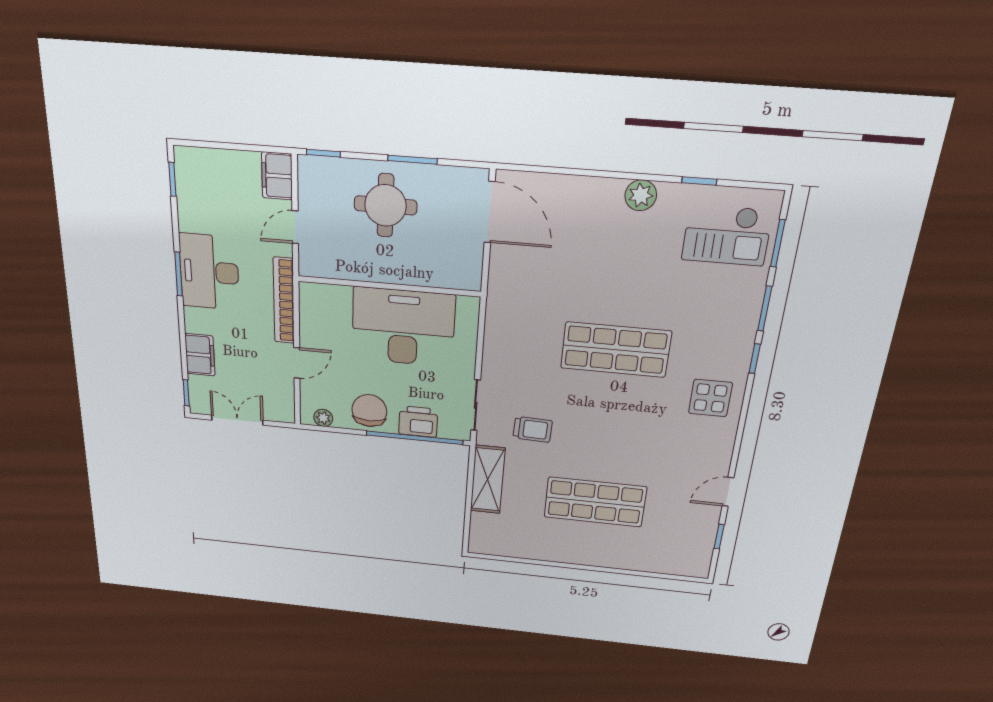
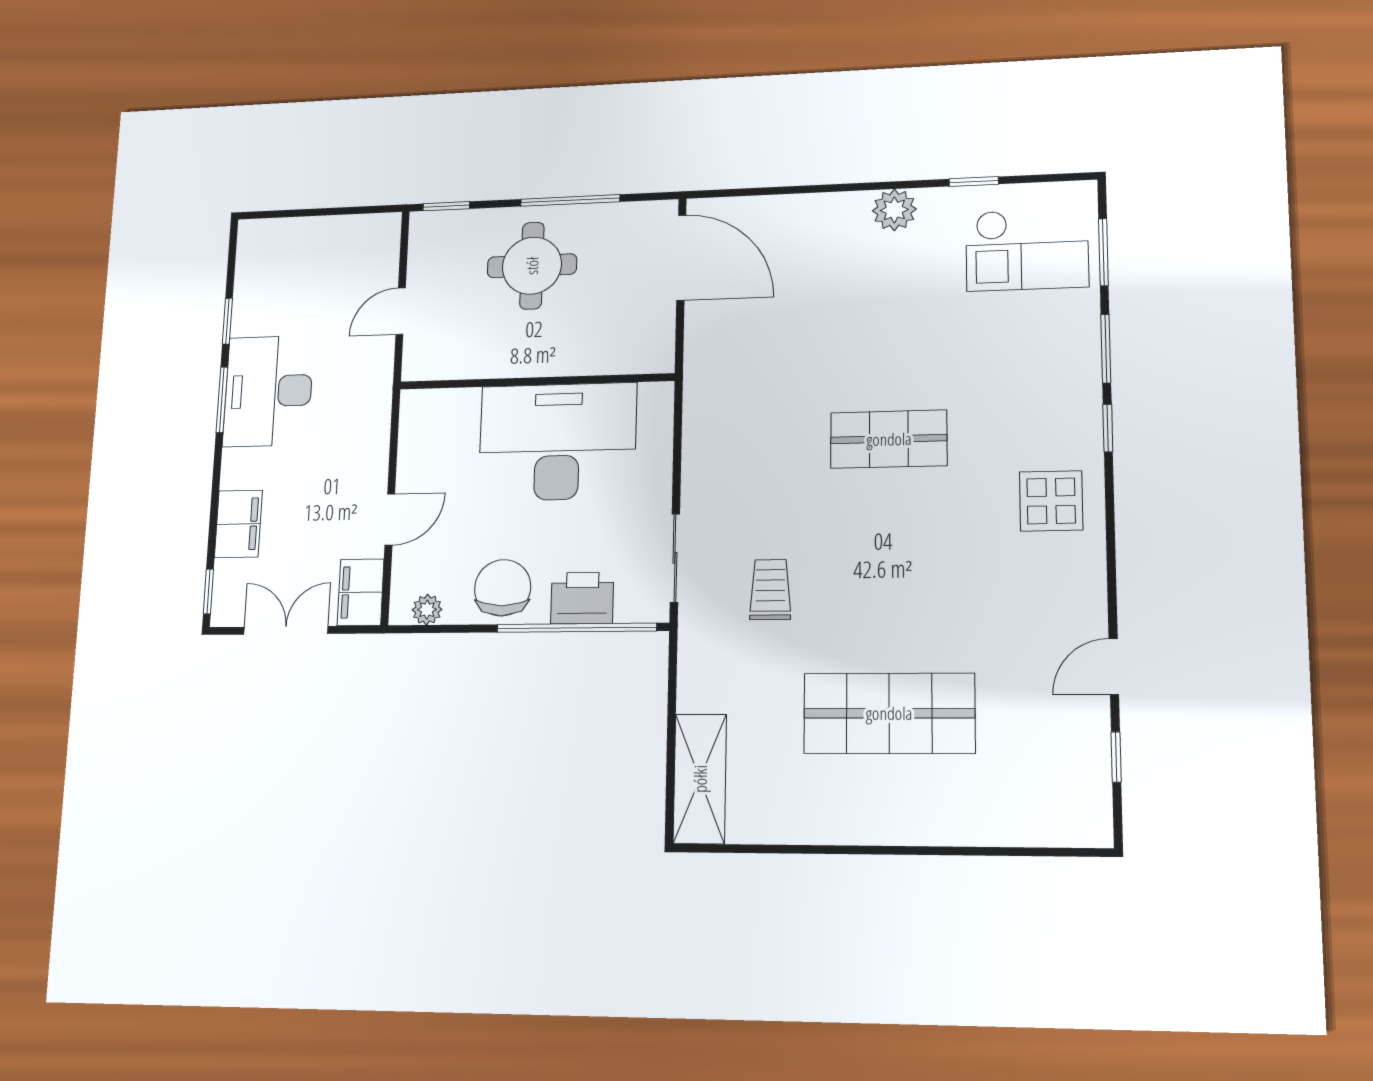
window: (412, 160) -> (570, 200), width x1.44
filing cabinet: (277, 176) -> (361, 592), moved
window: (172, 179) -> (227, 321), moved
bookcase: (284, 301) -> (376, 422), removed
shop shelf: (616, 350) -> (889, 439), width x0.70, depth x0.74
trolley: (533, 429) -> (770, 590), turned -92
shelving: (488, 480) -> (700, 779), moved

